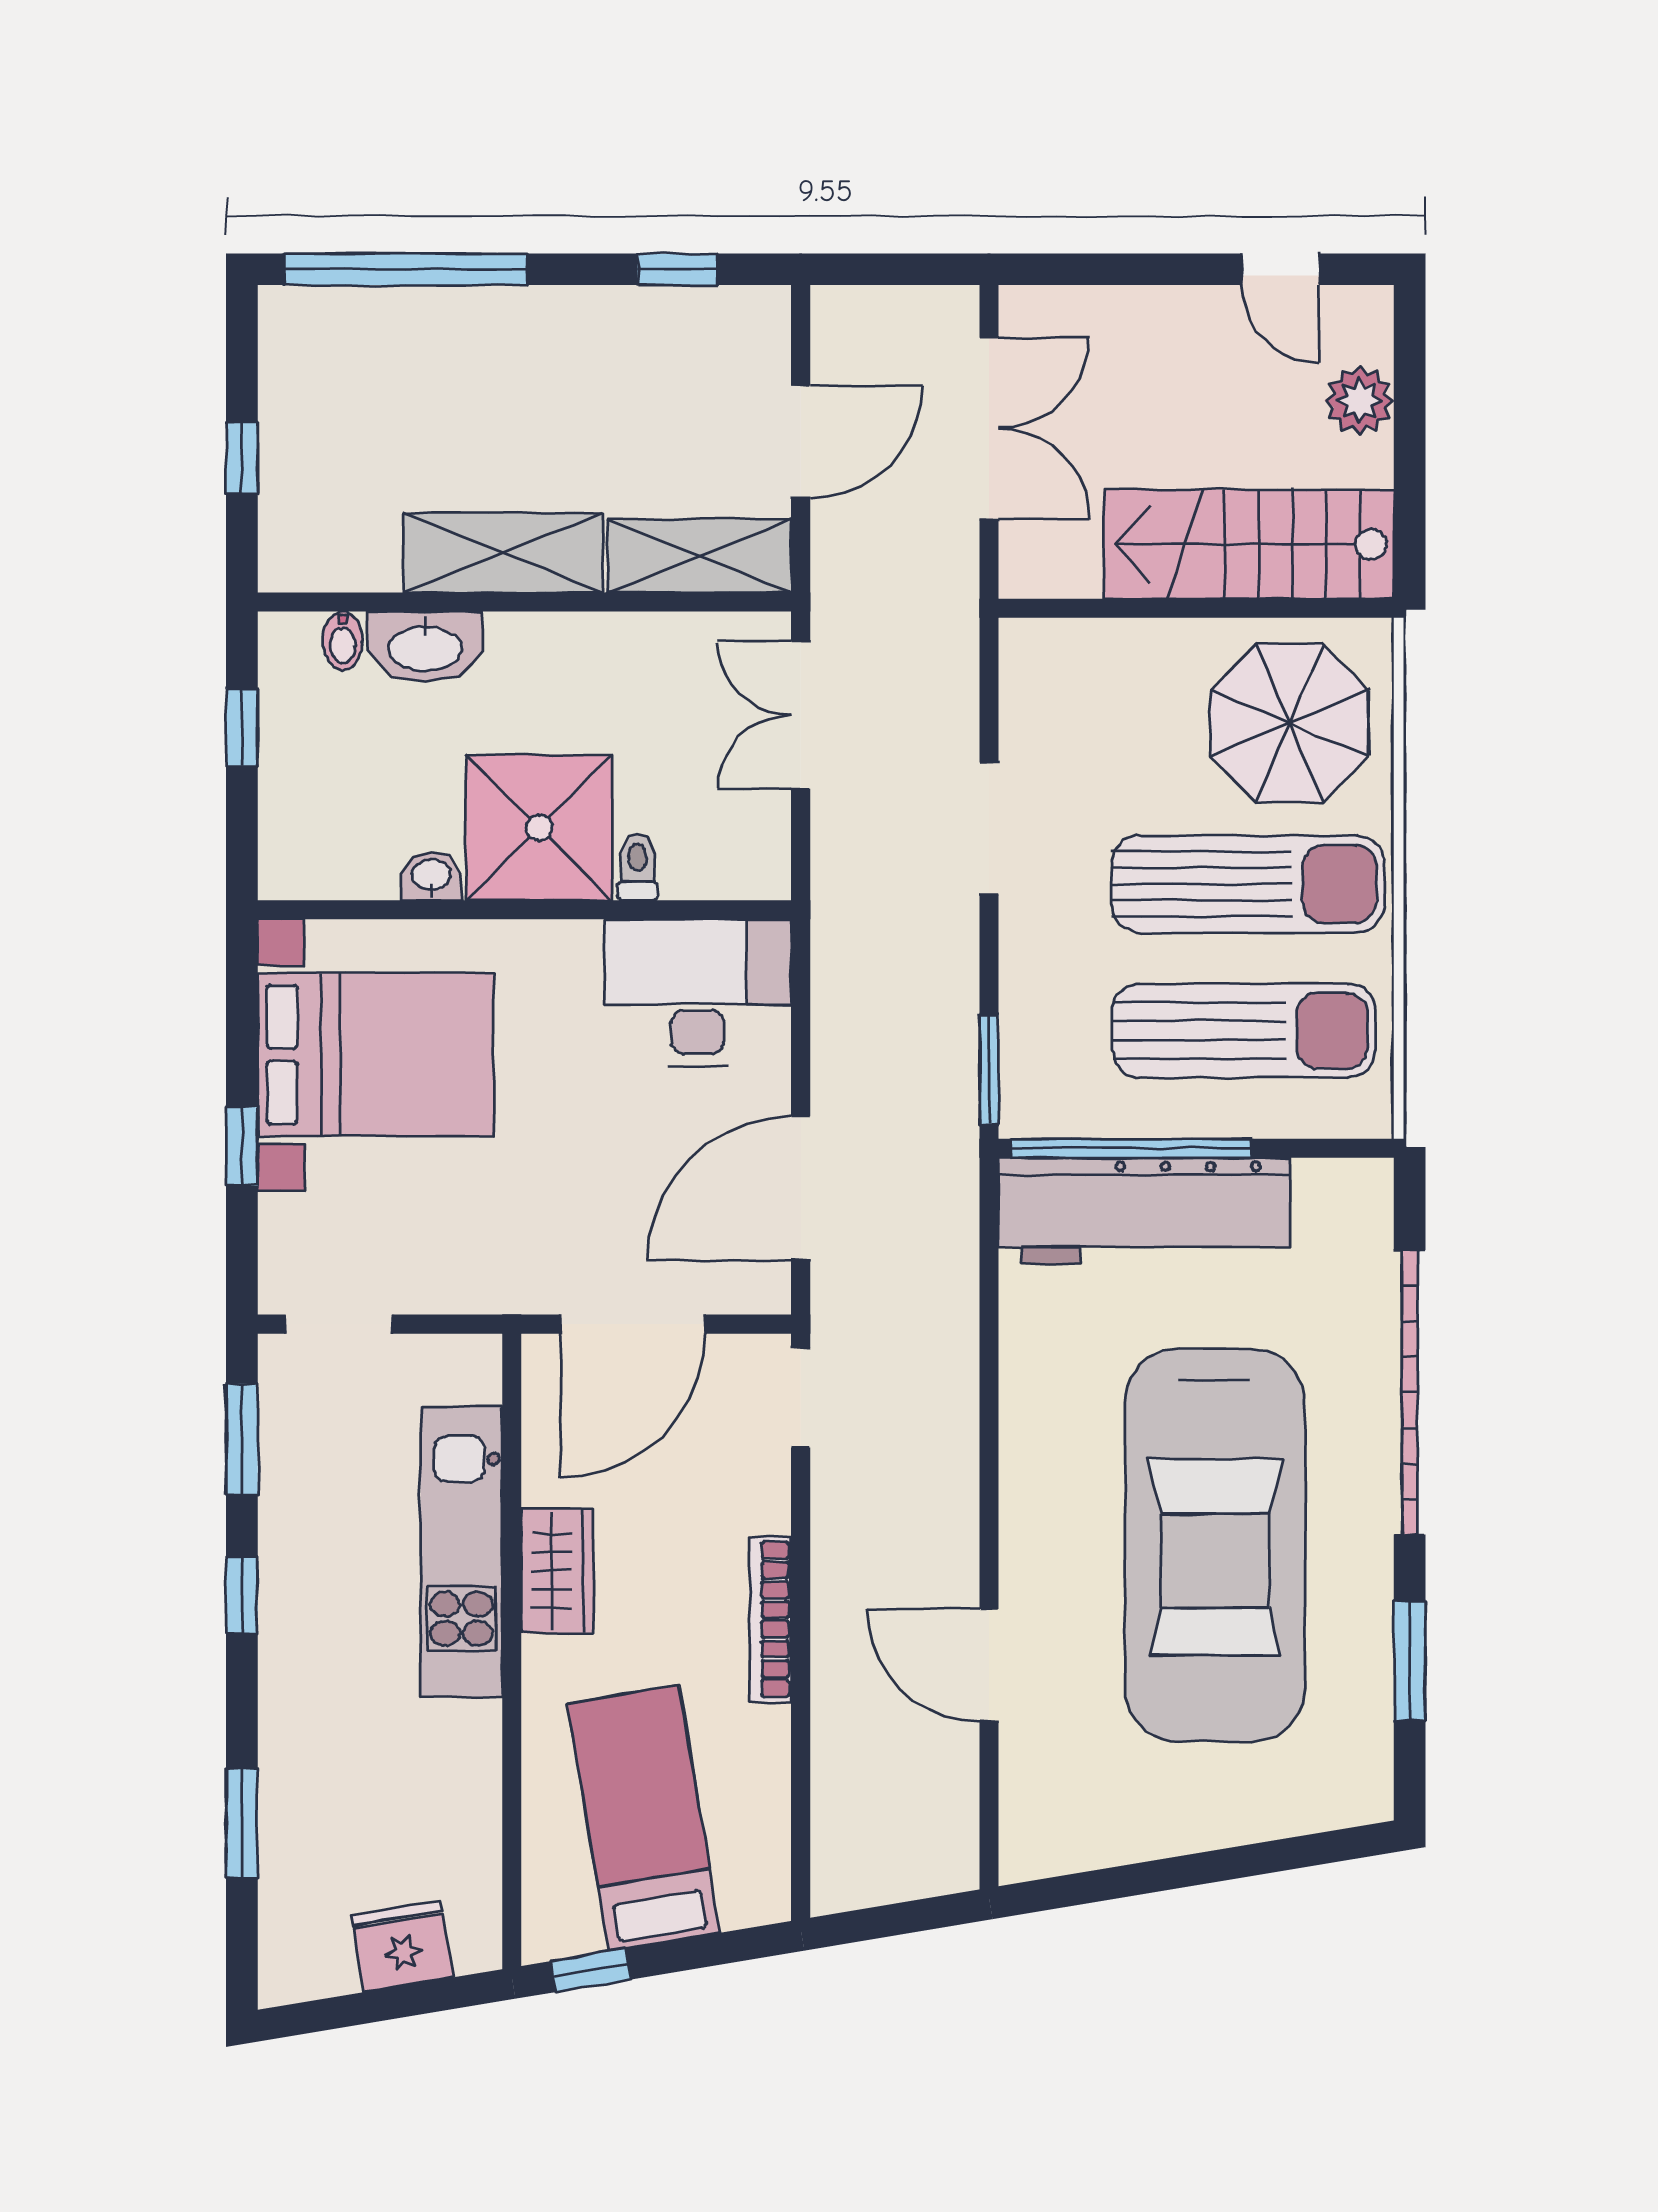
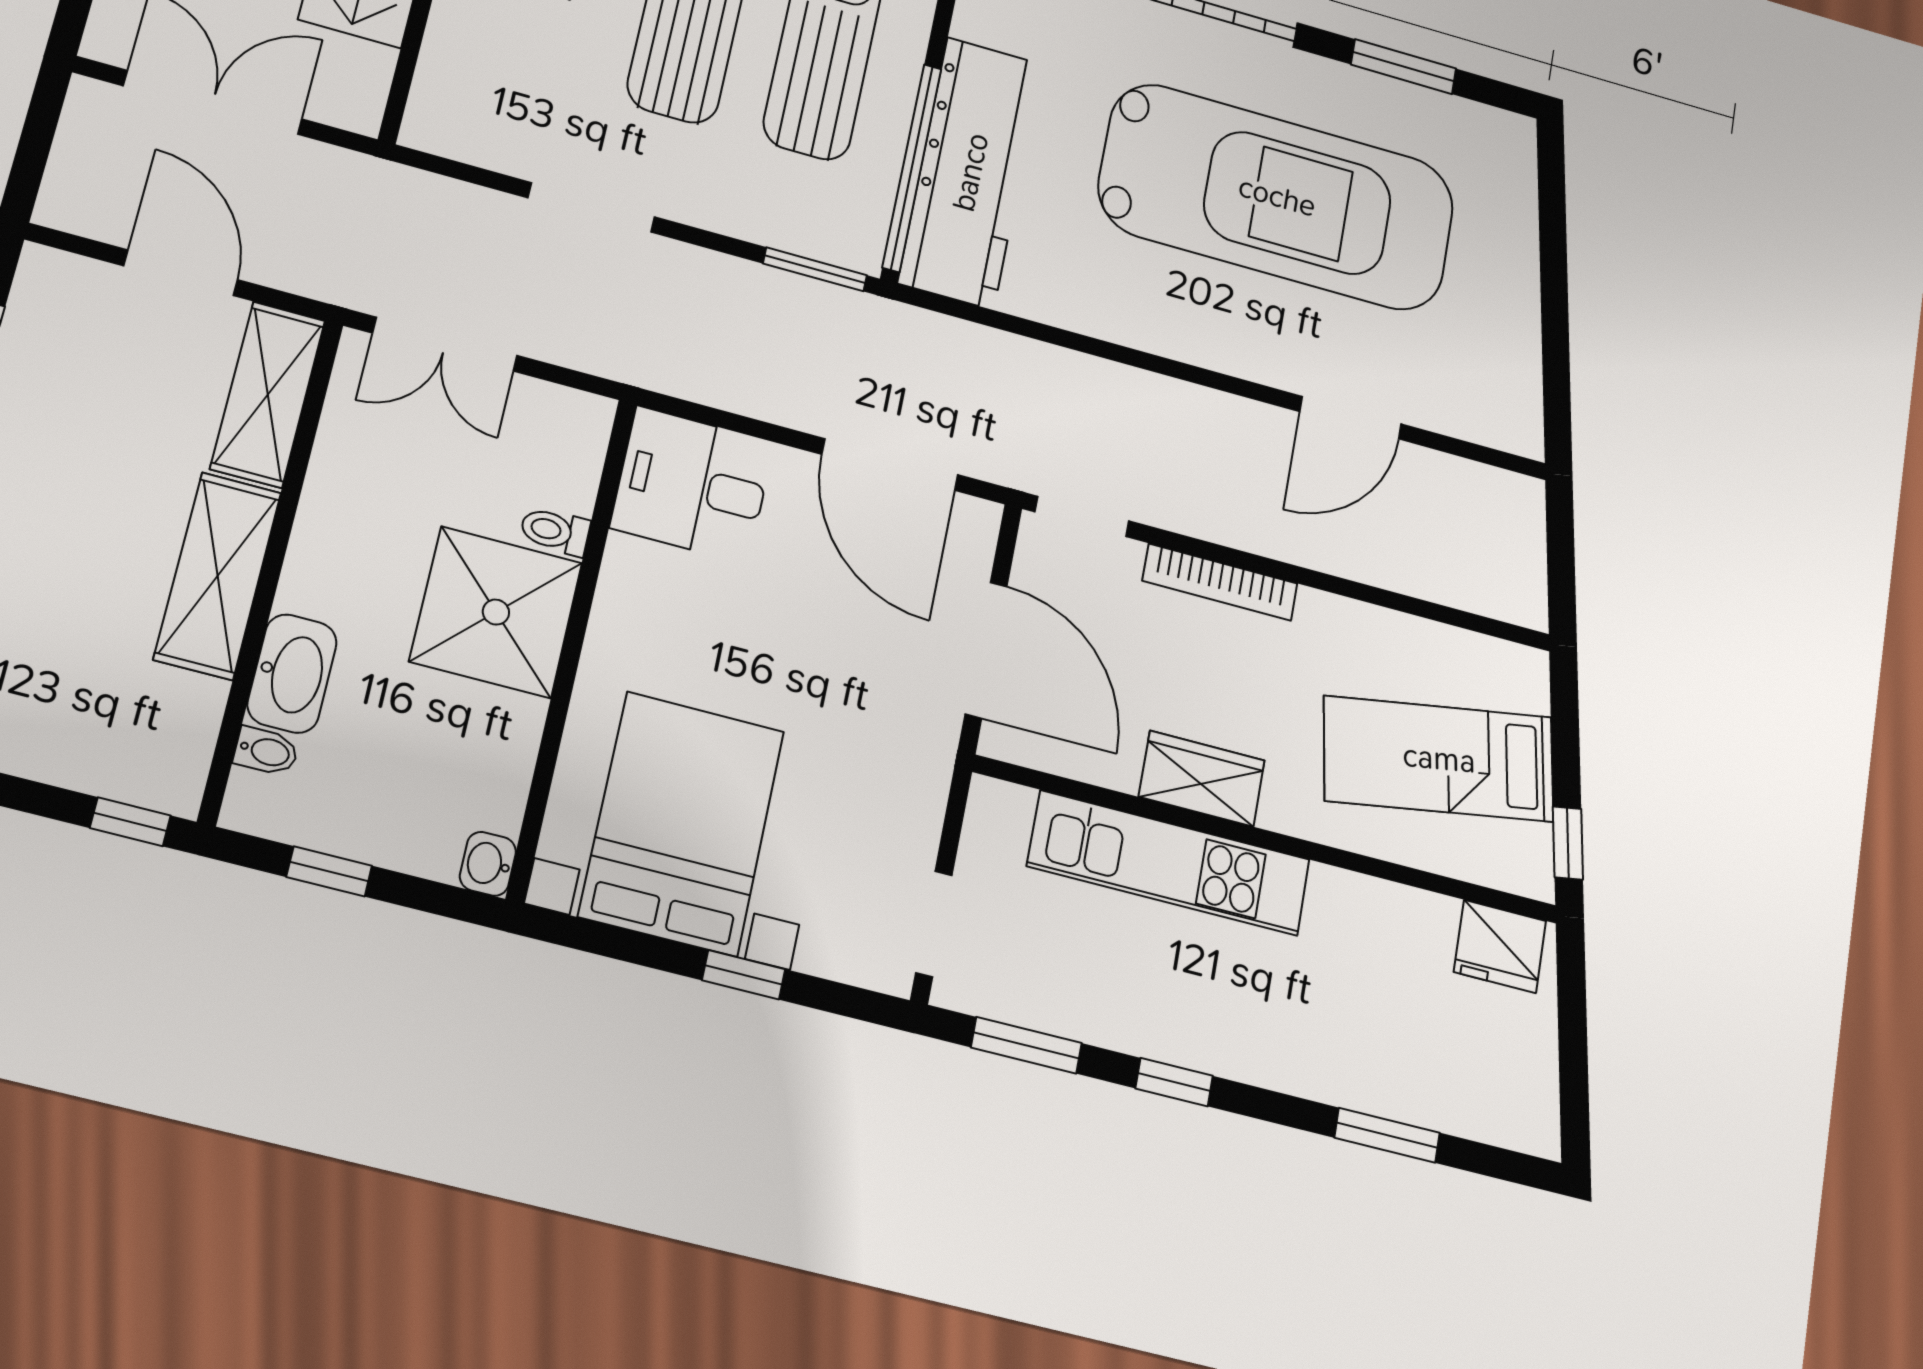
window: (242, 458) -> (130, 822), moved
washbasin: (431, 876) -> (488, 864), moved
desk: (698, 992) -> (692, 485), width x0.73
bookcase: (770, 1619) -> (1220, 582), moved
fridge: (402, 1946) -> (1500, 946), moved, turned -81

